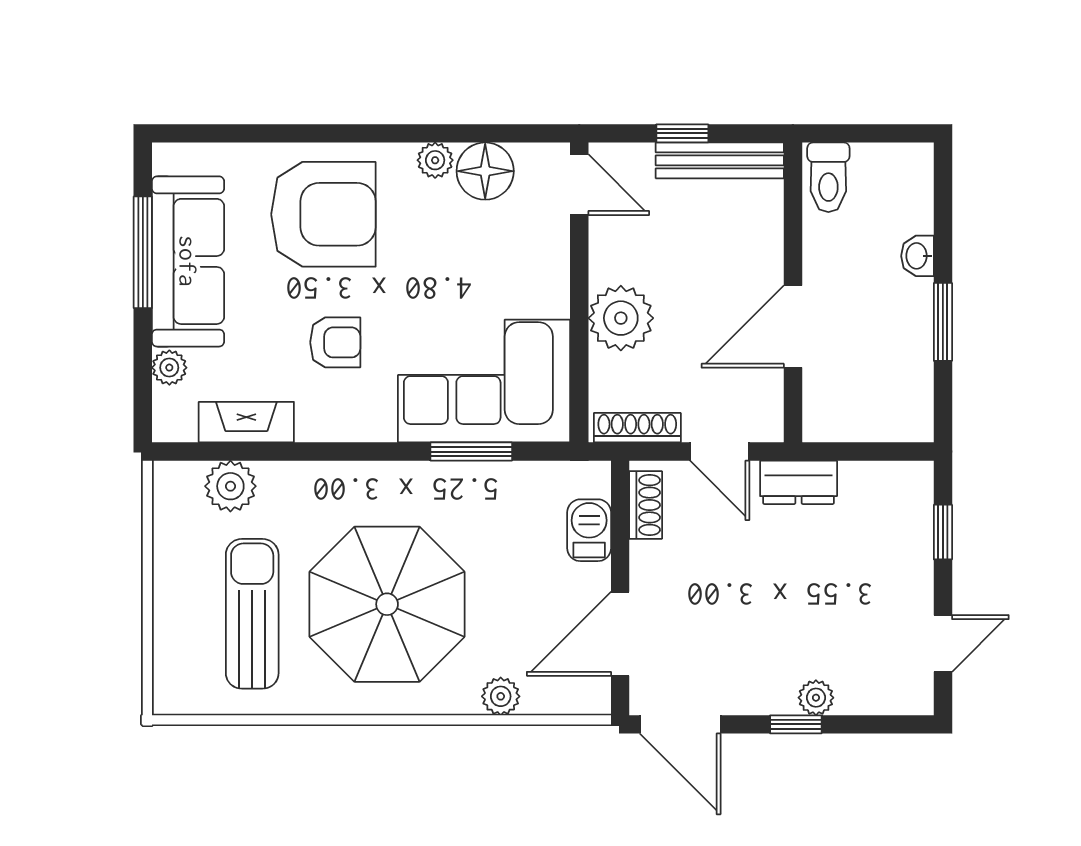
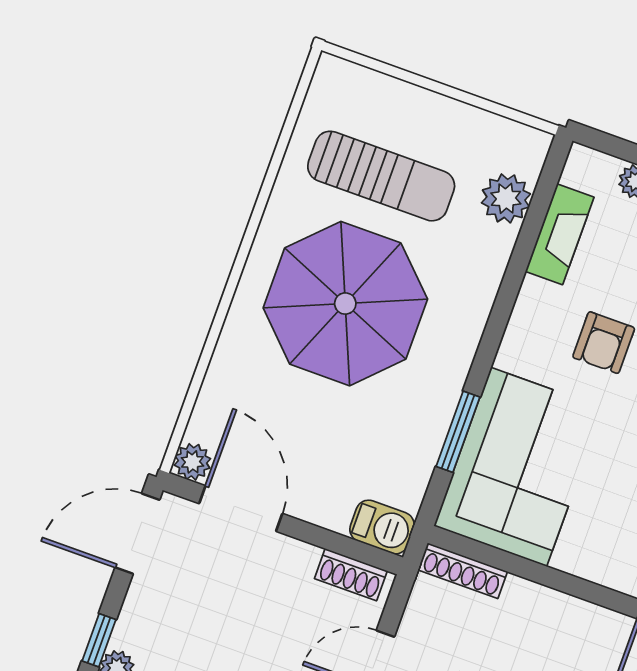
plant: (621, 318) -> (531, 614), removed
shoe rack: (637, 428) -> (463, 571), moved, turned 90
barbecue: (589, 530) -> (382, 527), moved
plant: (501, 696) -> (192, 462), moved

